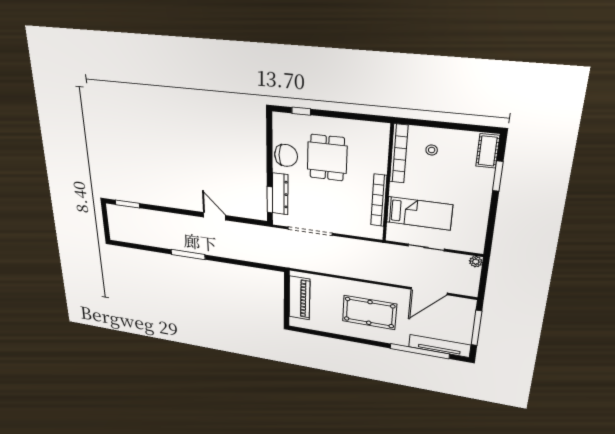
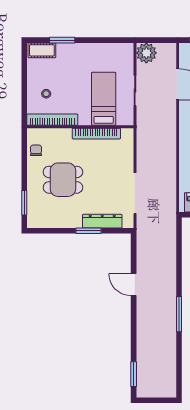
window: (301, 111) -> (24, 203), width x1.50
chair: (286, 155) -> (36, 150), moved, width x0.54, depth x0.54
window: (270, 200) -> (89, 231), moved
door: (215, 216) -> (134, 285), hinge flipped
plant: (476, 262) -> (146, 53), width x1.88, depth x1.88

